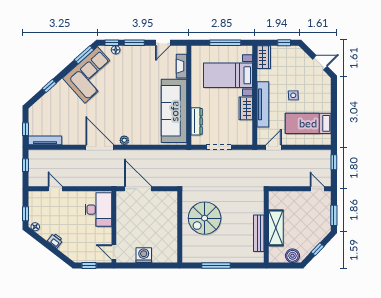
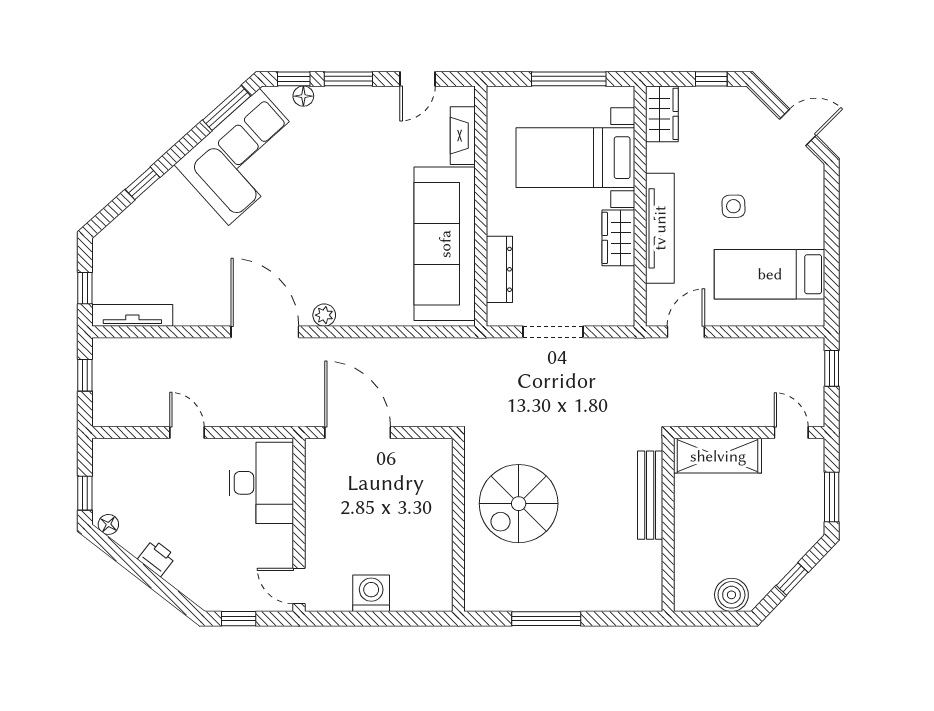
door: (55, 189) -> (187, 433), moved
shelving: (276, 228) -> (718, 456), moved, turned 90
bench: (259, 233) -> (650, 495), moved

